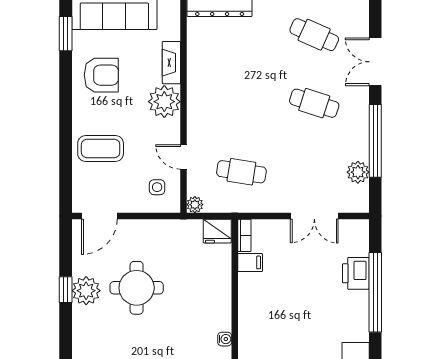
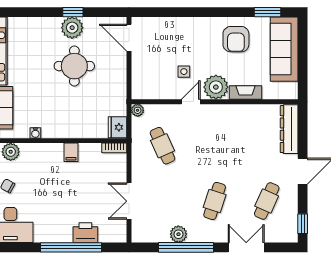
coffee table: (101, 148) -> (180, 39), removed
door: (184, 157) -> (191, 102), moved
cafe table: (241, 172) -> (163, 146), turned -33
plant: (358, 172) -> (178, 234), moved
side table: (157, 187) -> (184, 72), moved
filing cabinet: (250, 262) -> (71, 152), moved

